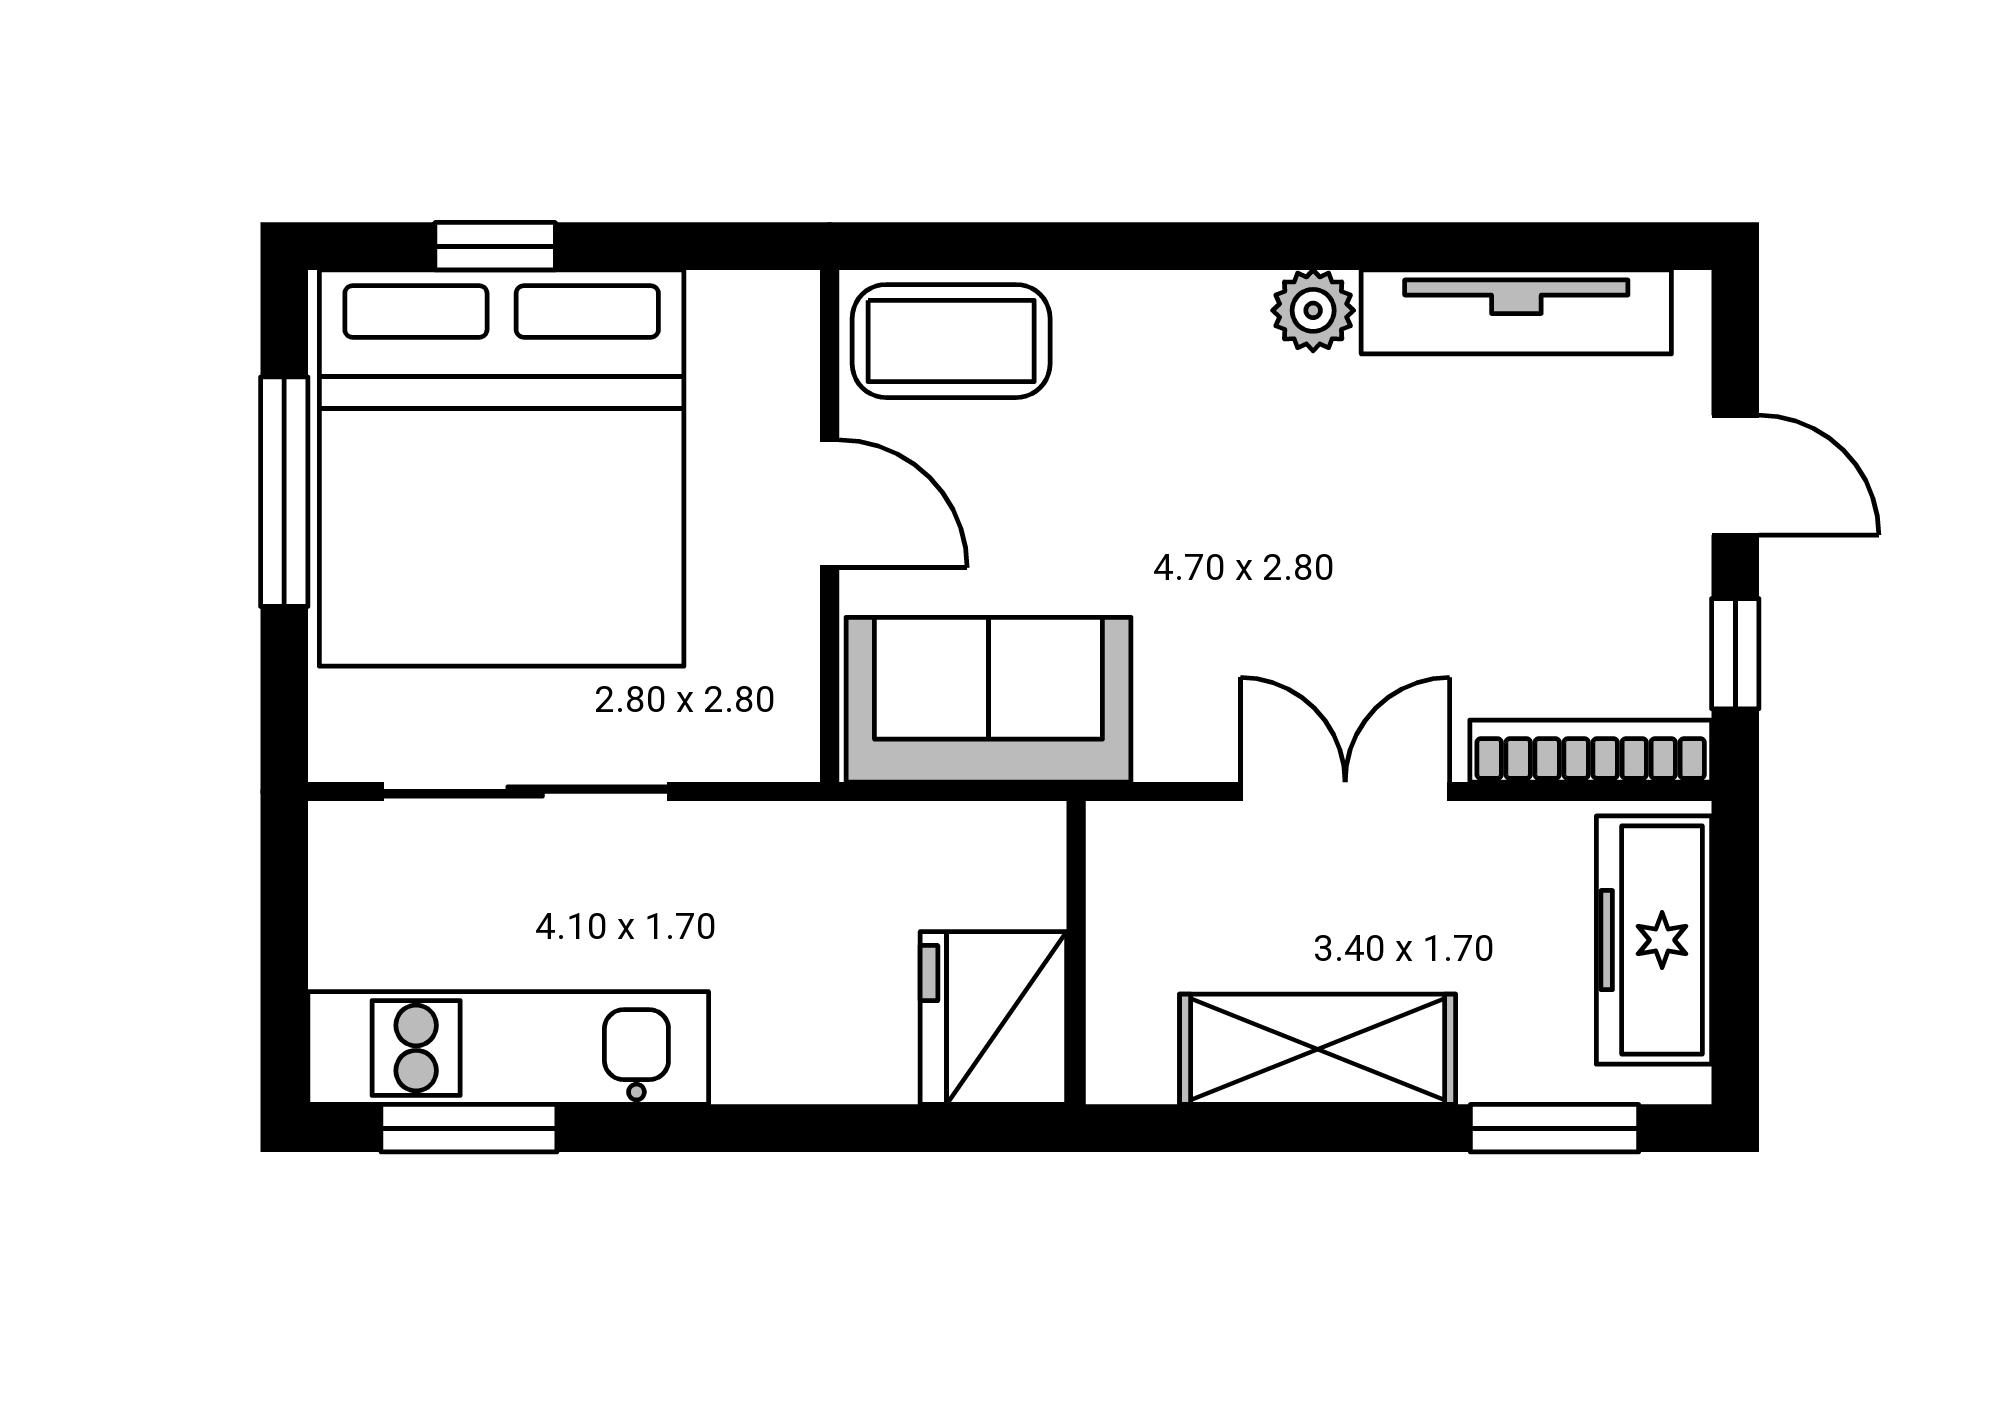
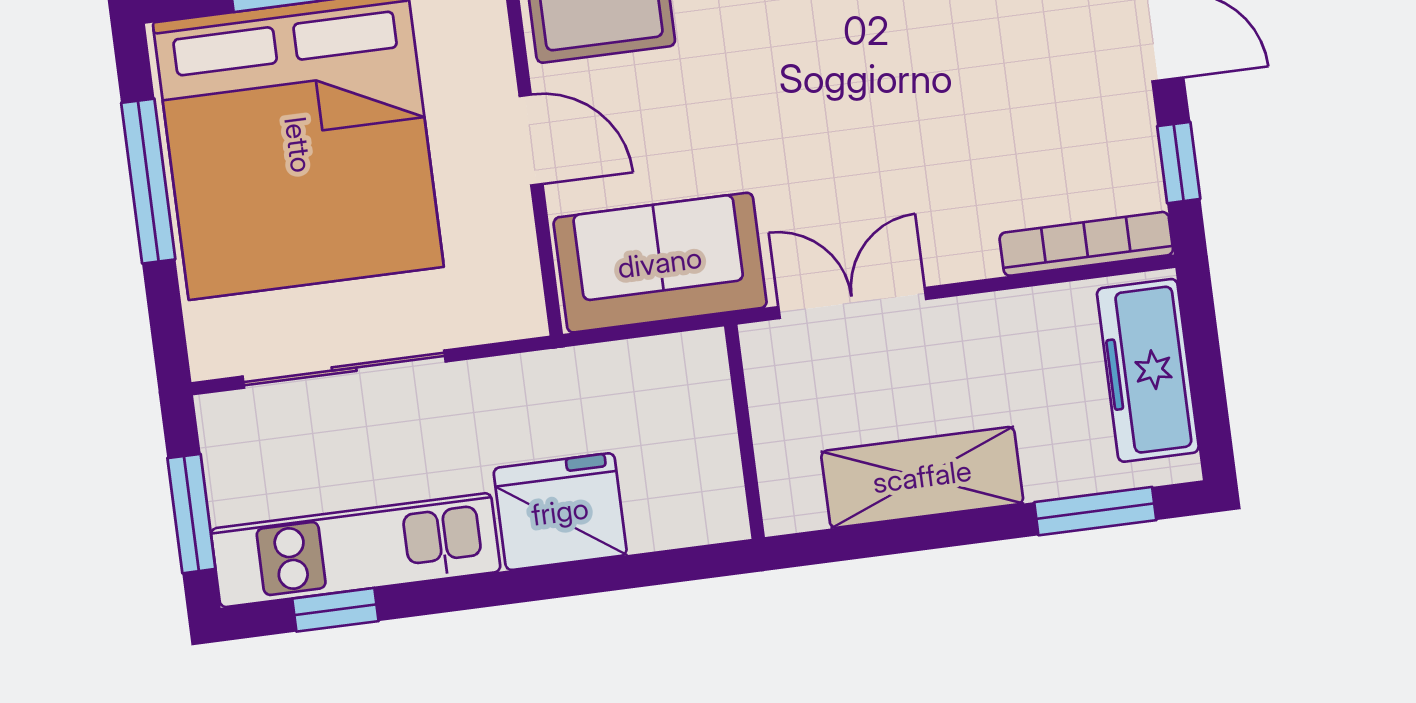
double door: (1345, 791) -> (852, 303), moved
window: (284, 967) -> (191, 514), added
fridge: (993, 1018) -> (560, 512), moved, turned 90
window: (469, 1128) -> (335, 610), width x0.67

